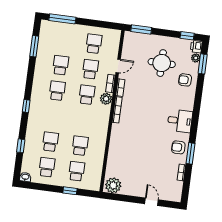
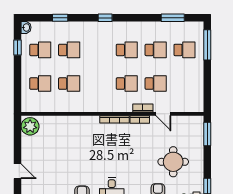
school desk: (94, 44) -> (184, 50), moved
plant: (106, 99) -> (125, 105), removed
window: (70, 191) -> (18, 48), moved
door: (152, 202) -> (18, 171), hinge flipped

